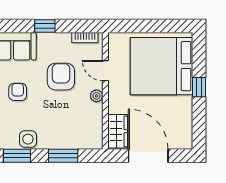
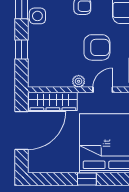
wardrobe: (118, 131) -> (53, 101), width x1.50
window: (63, 156) -> (22, 50), width x0.67

